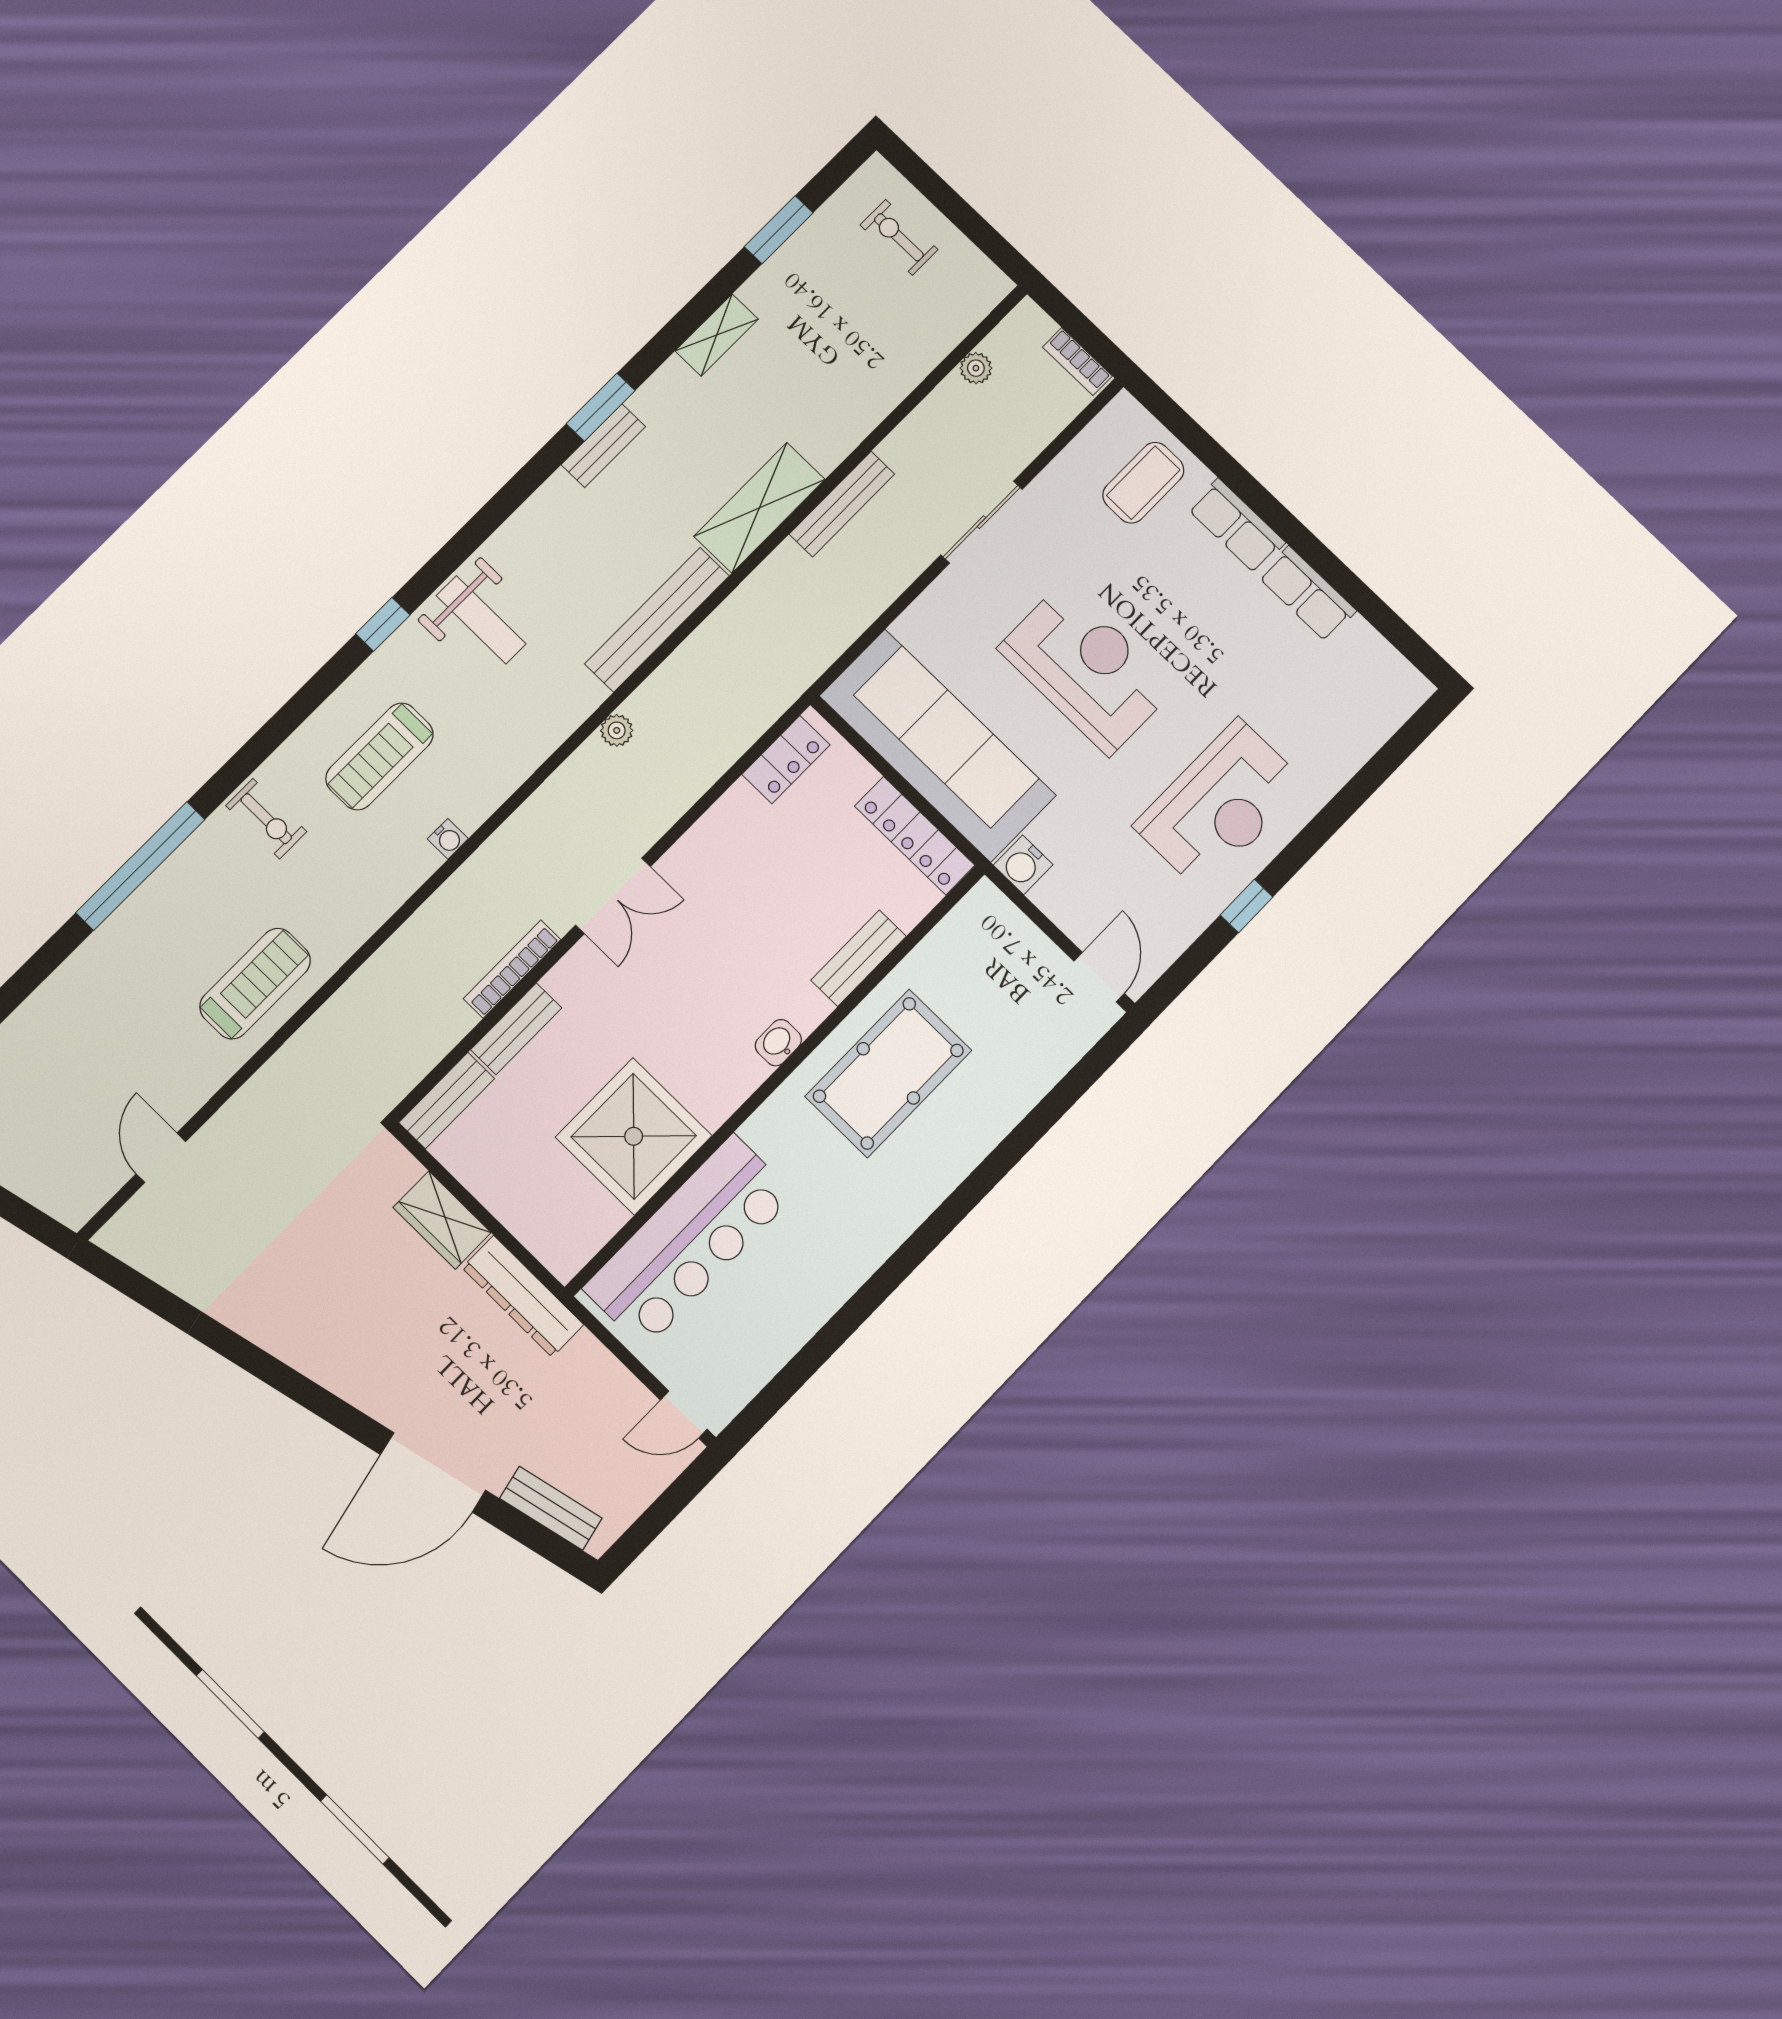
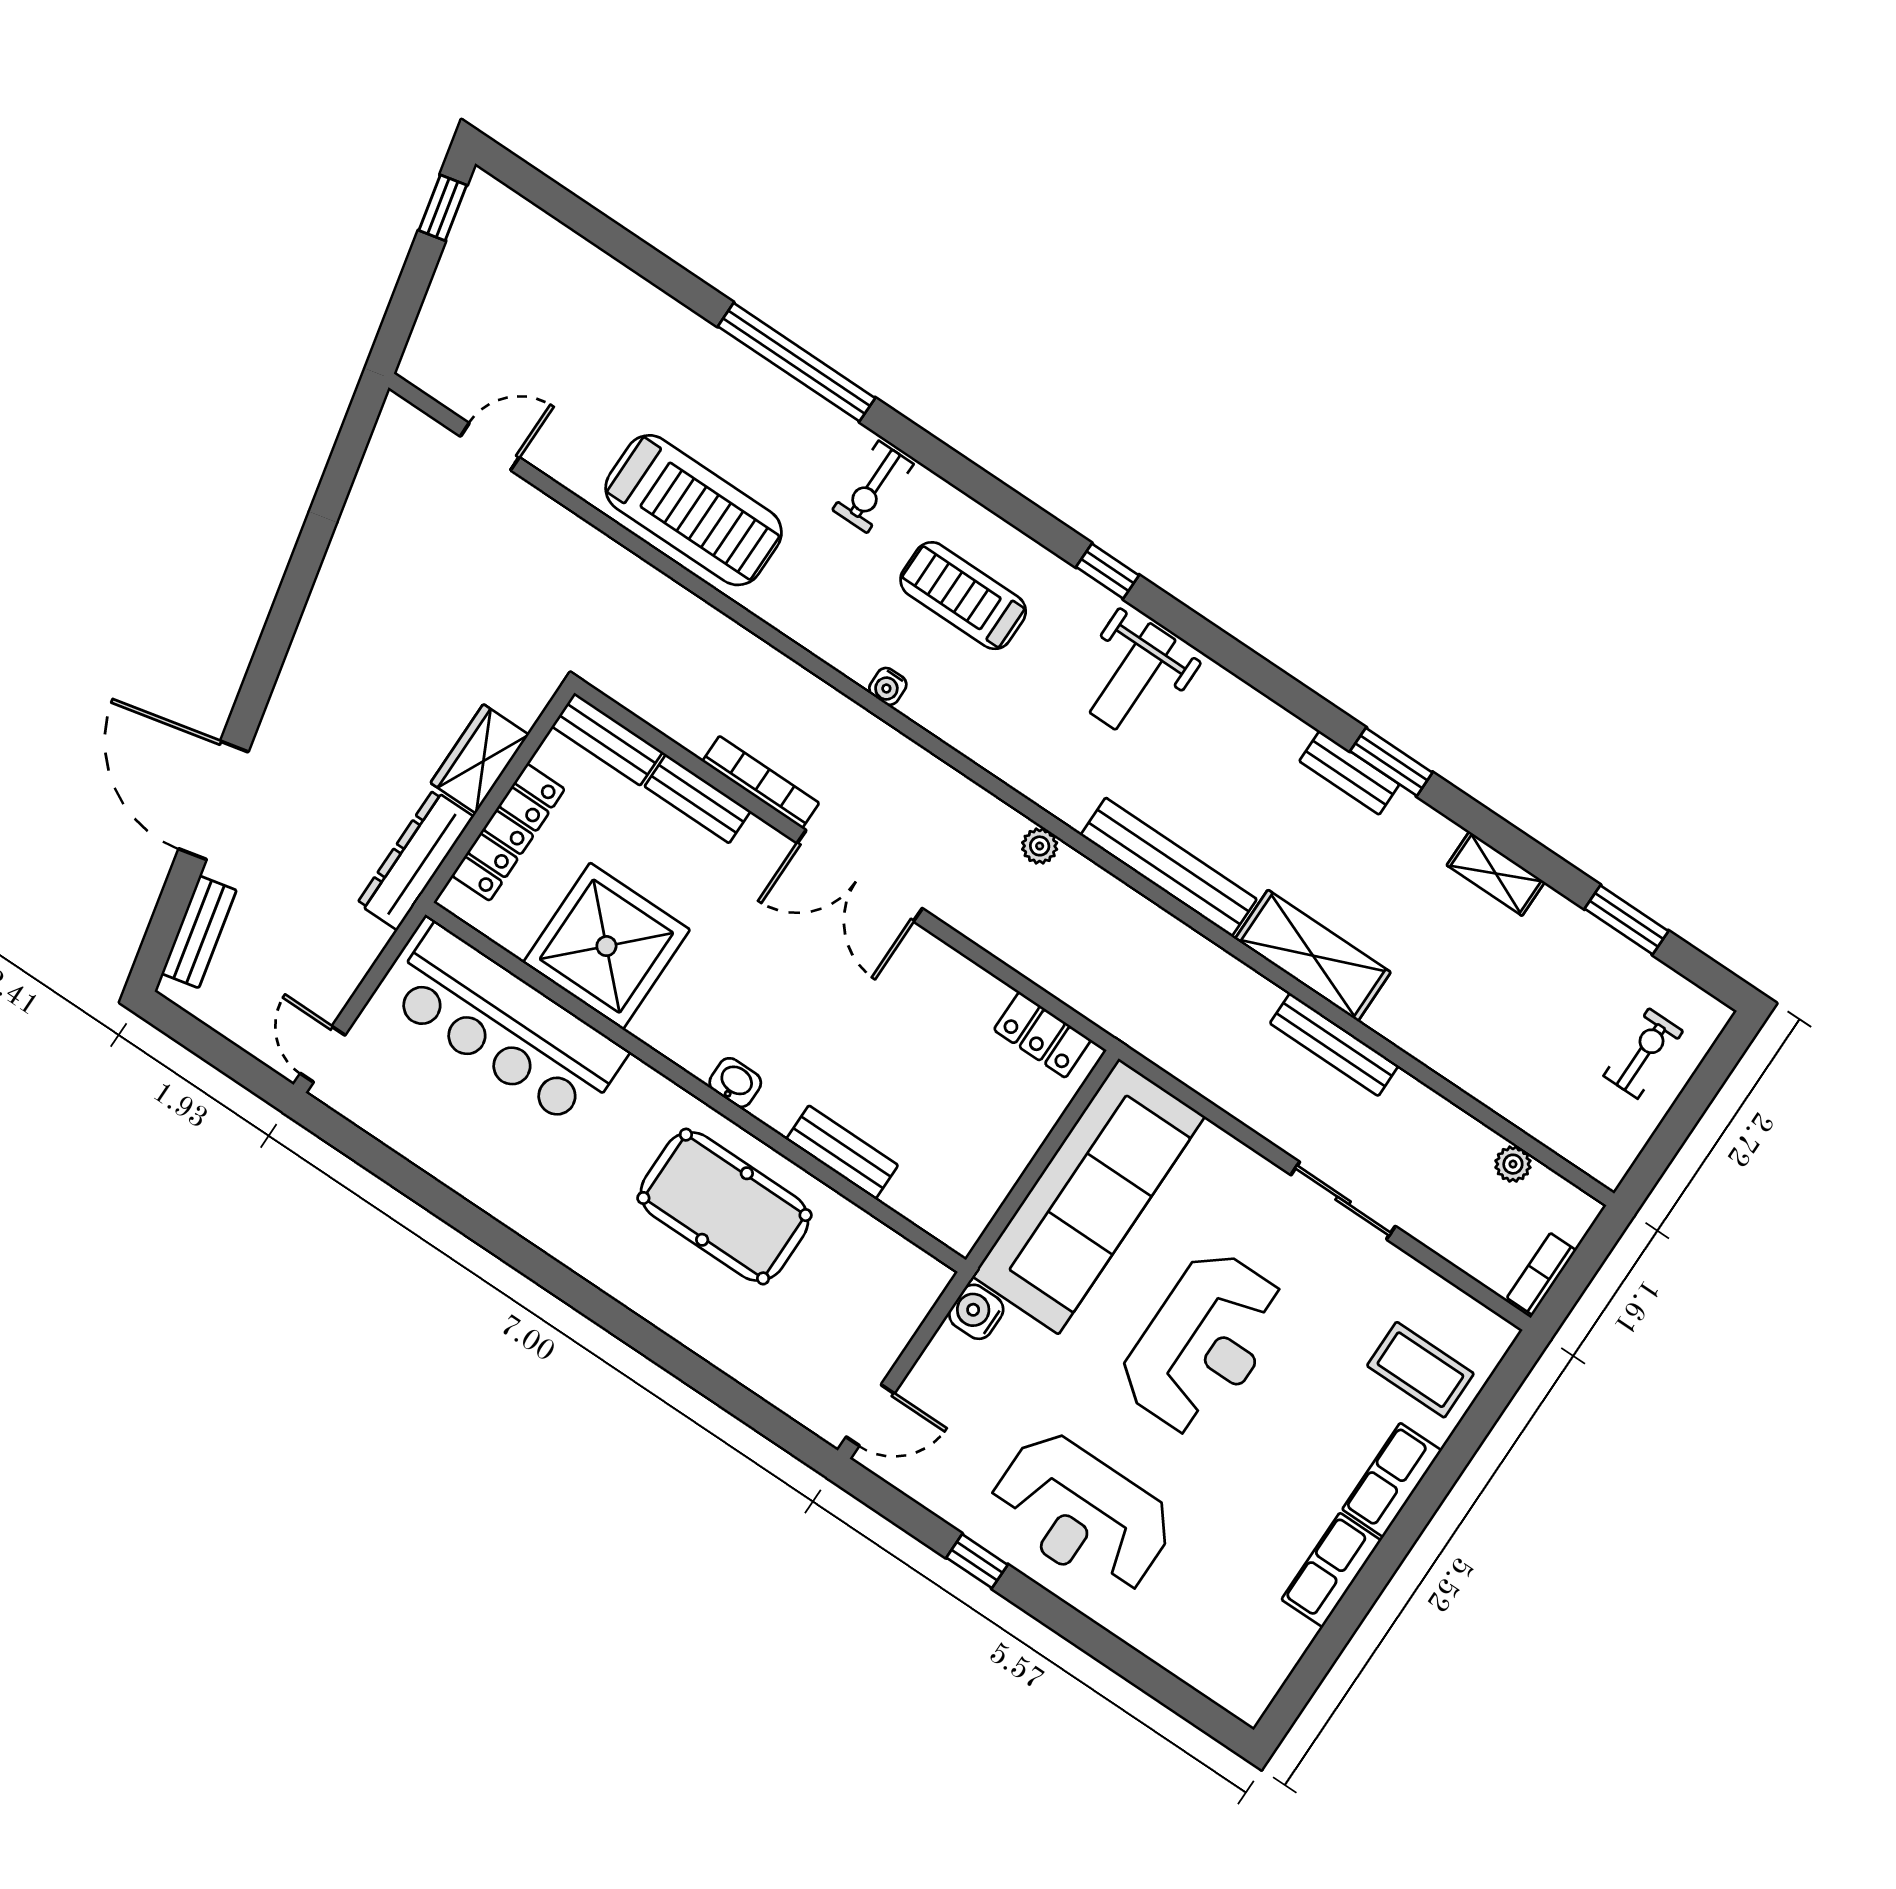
locker: (915, 836) -> (508, 832), moved, turned 180
double door: (613, 896) -> (860, 876), width x1.37
treadmill: (255, 984) -> (694, 510), width x1.37, depth x1.38

